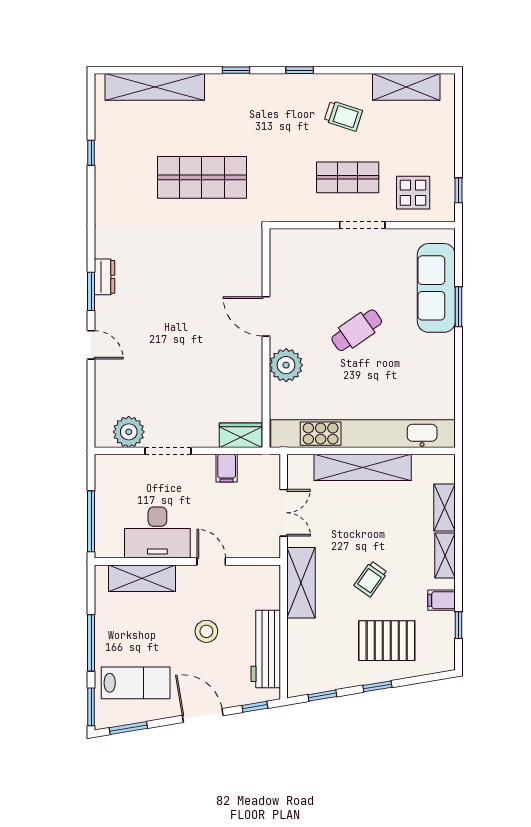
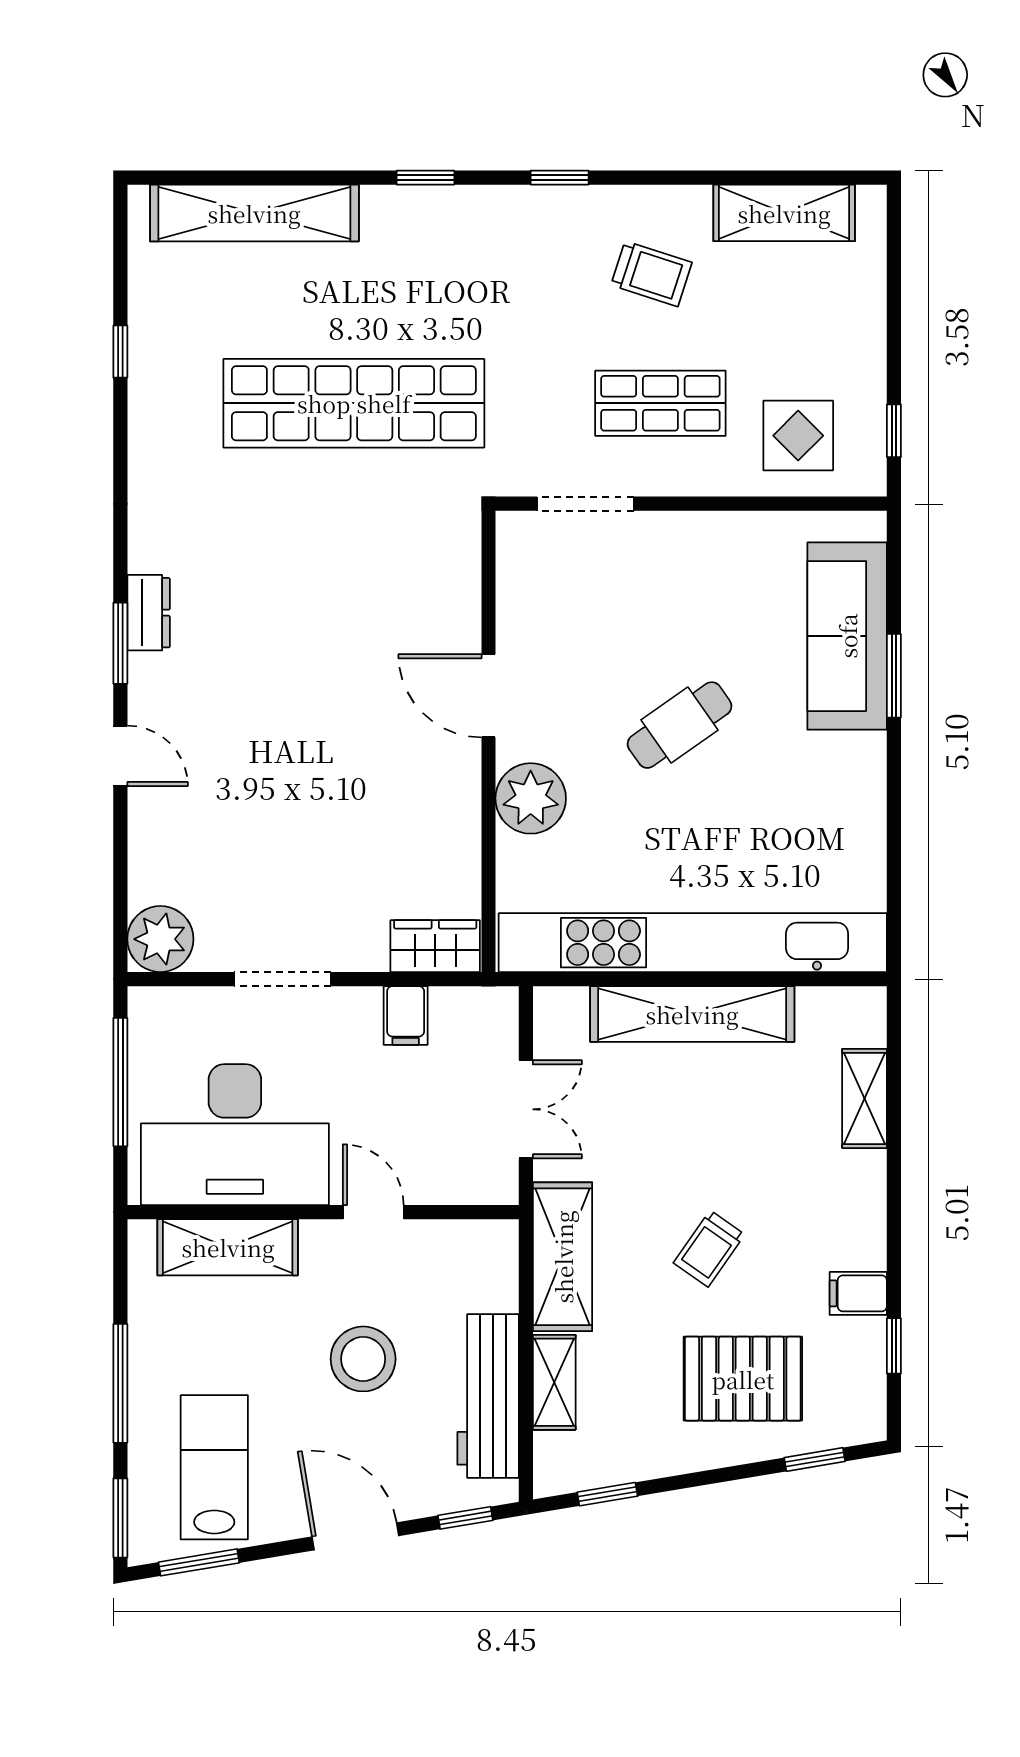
shop shelf: (202, 177) -> (354, 403), width x1.40
doorway: (362, 225) -> (585, 504), moved
plant: (129, 432) -> (160, 939), moved
window: (91, 521) -> (120, 1082), moved
desk: (157, 532) -> (235, 1135), width x1.36, depth x1.30
shelving: (445, 556) -> (554, 1382), moved
stool: (206, 631) -> (363, 1359), width x1.38, depth x1.38
lab bench: (136, 683) -> (214, 1467), turned -90
window: (377, 686) -> (815, 1459), moved

